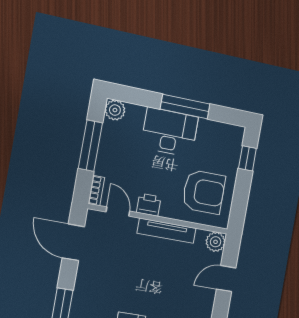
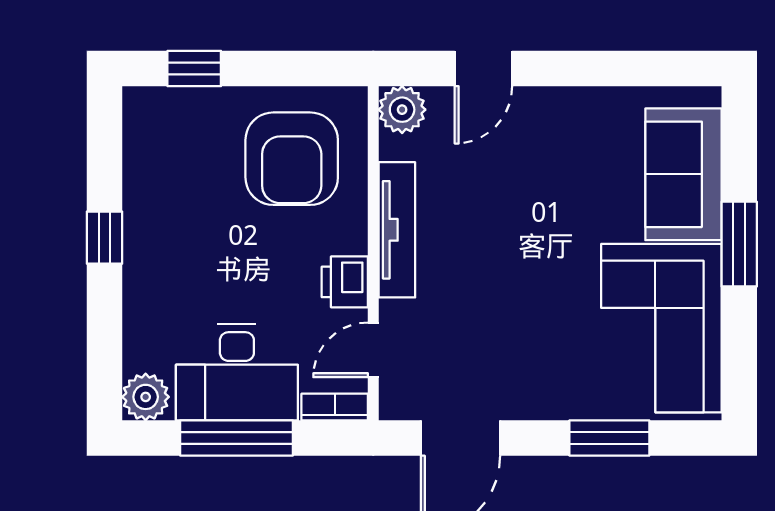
window: (185, 107) -> (105, 238), width x0.46
desk: (170, 132) -> (237, 372), moved, turned -90
armchair: (204, 192) -> (292, 159), turned 180
door: (226, 279) -> (483, 68), hinge flipped

